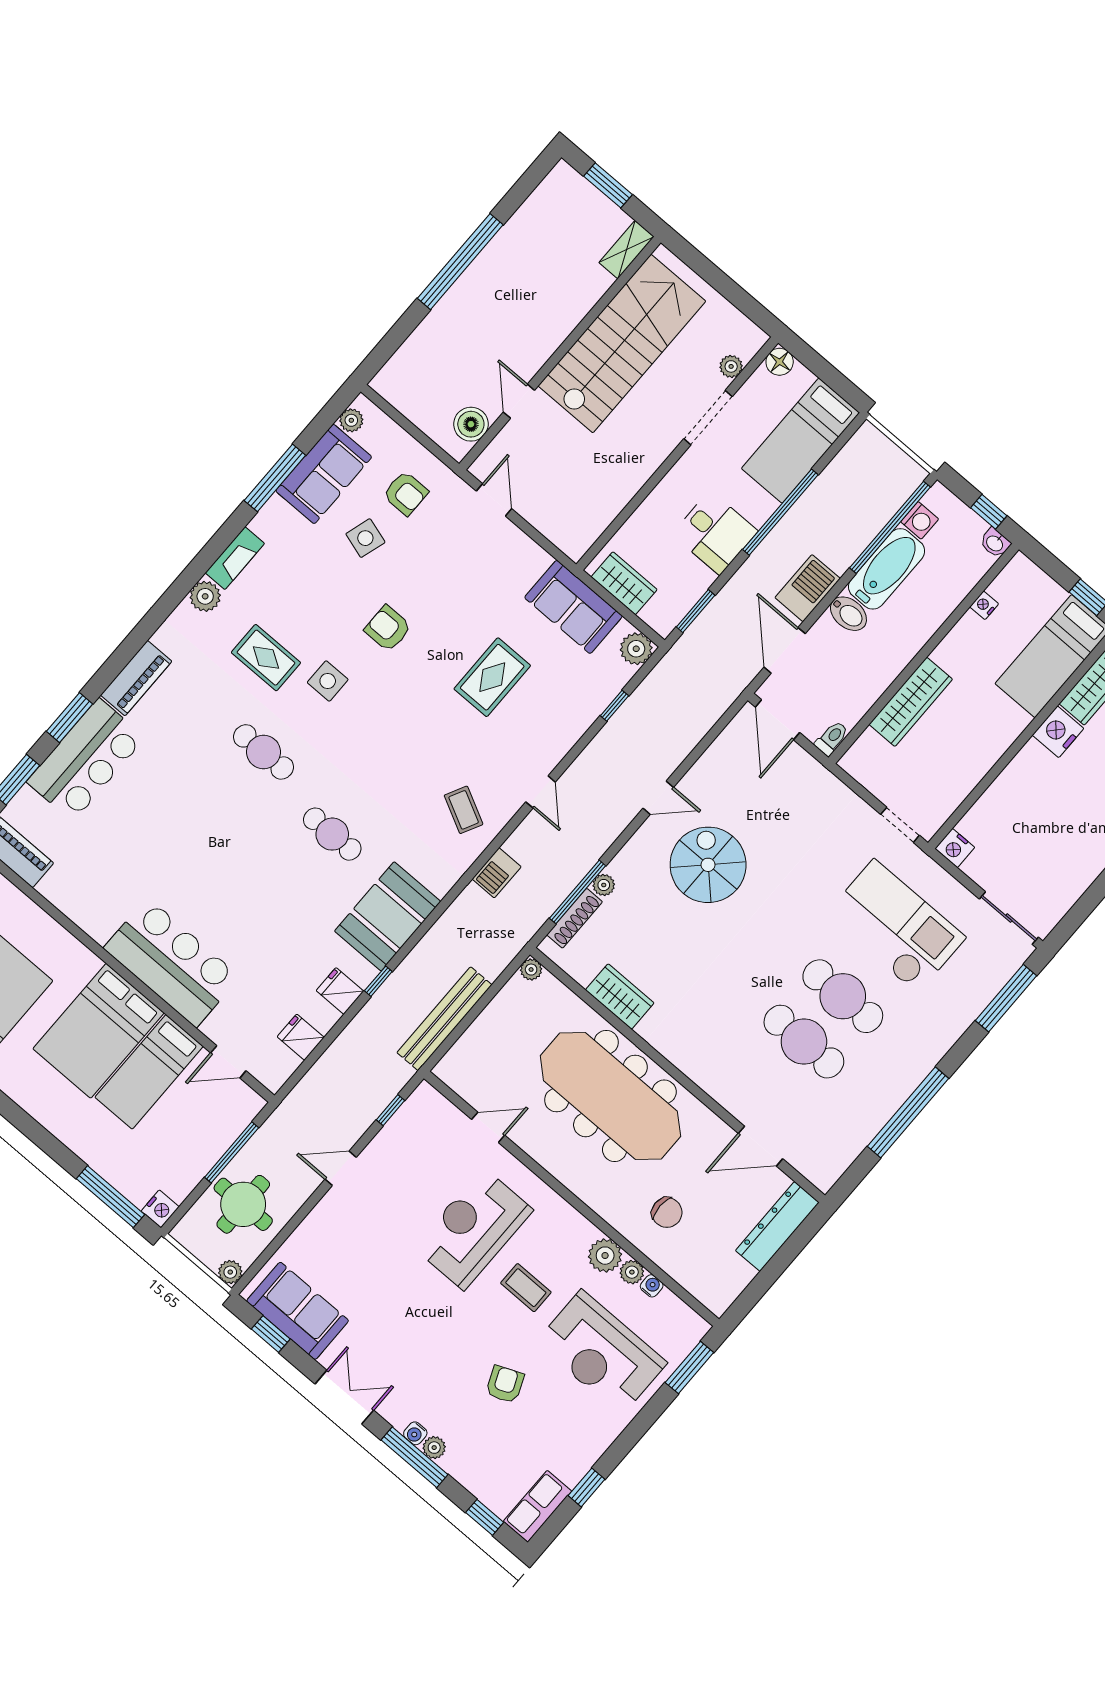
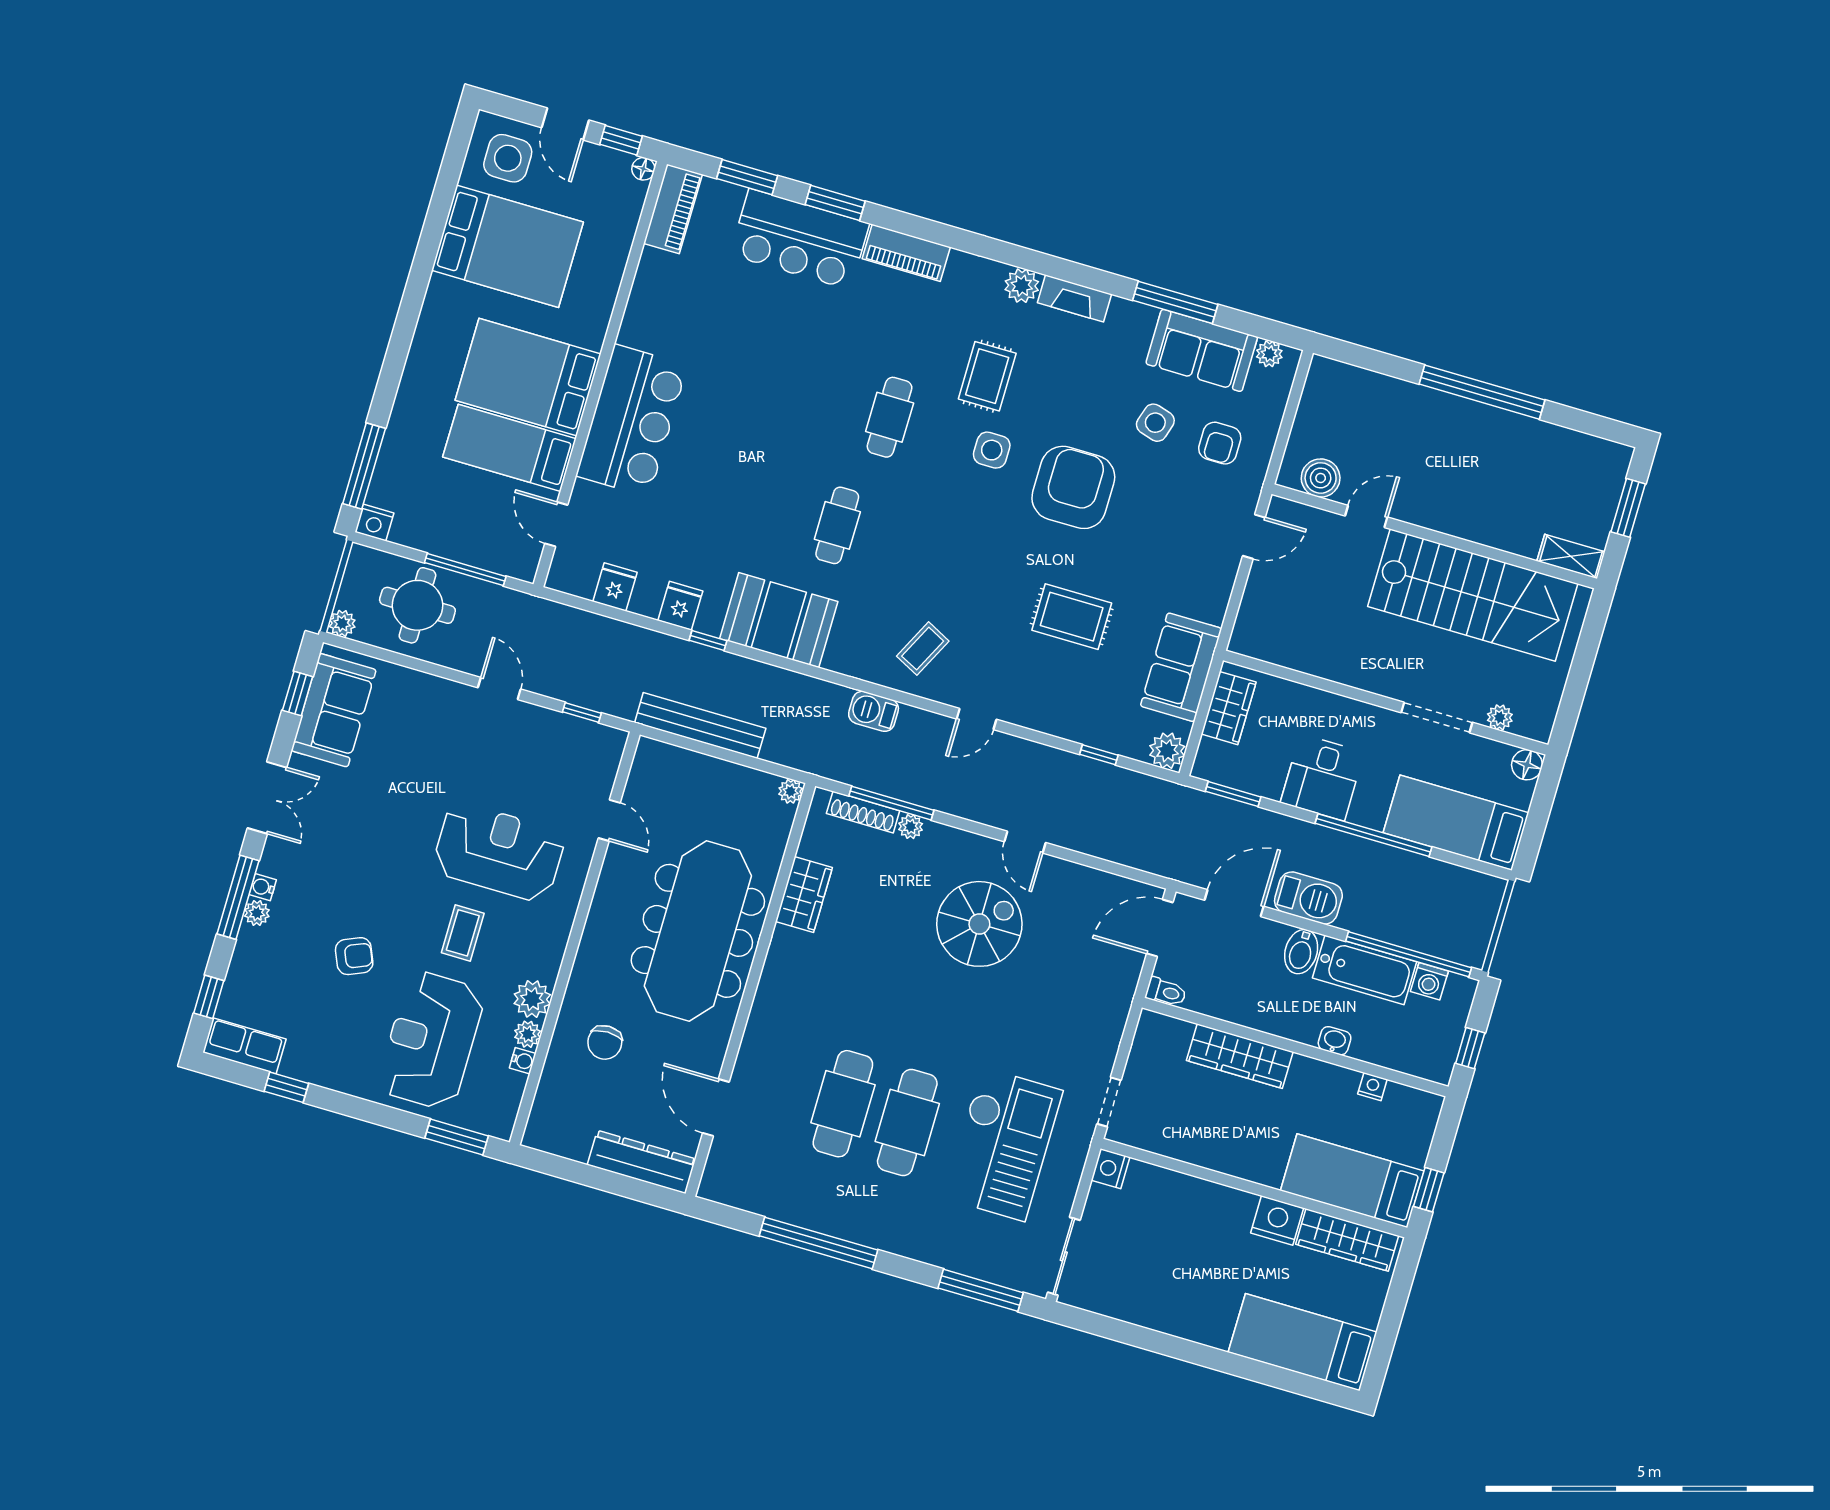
washbasin: (995, 543) -> (1335, 1041), moved, turned 90
armchair: (388, 628) -> (1073, 487), width x1.88, depth x1.88

